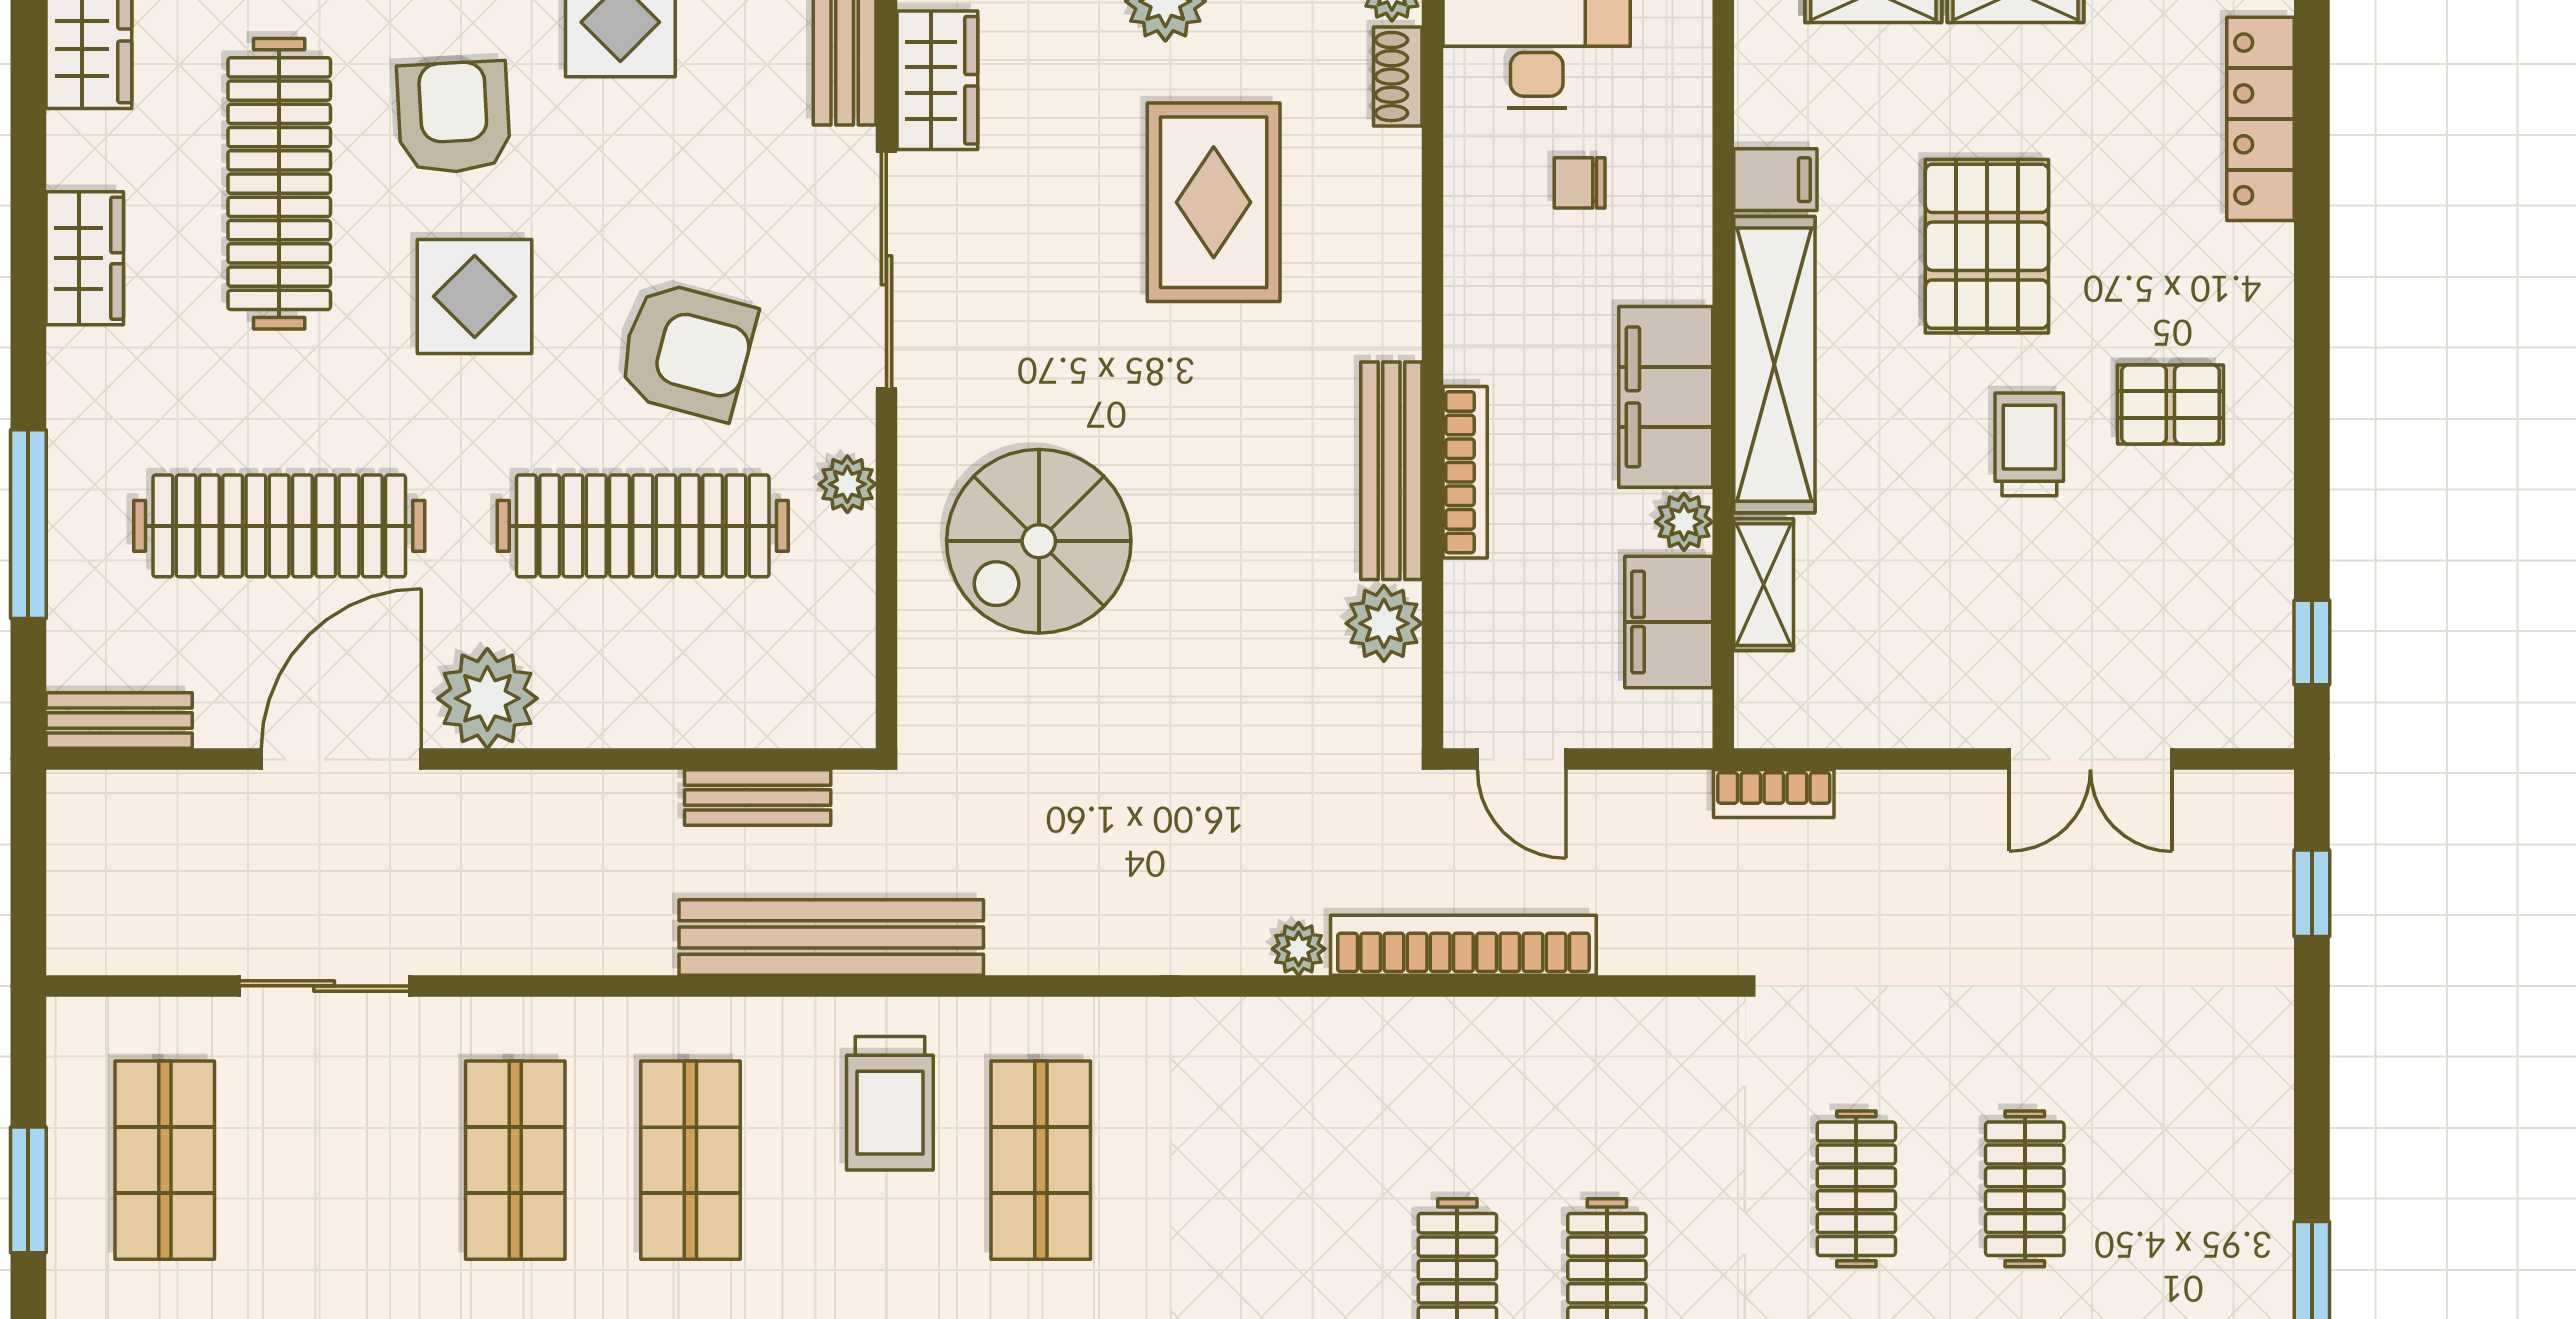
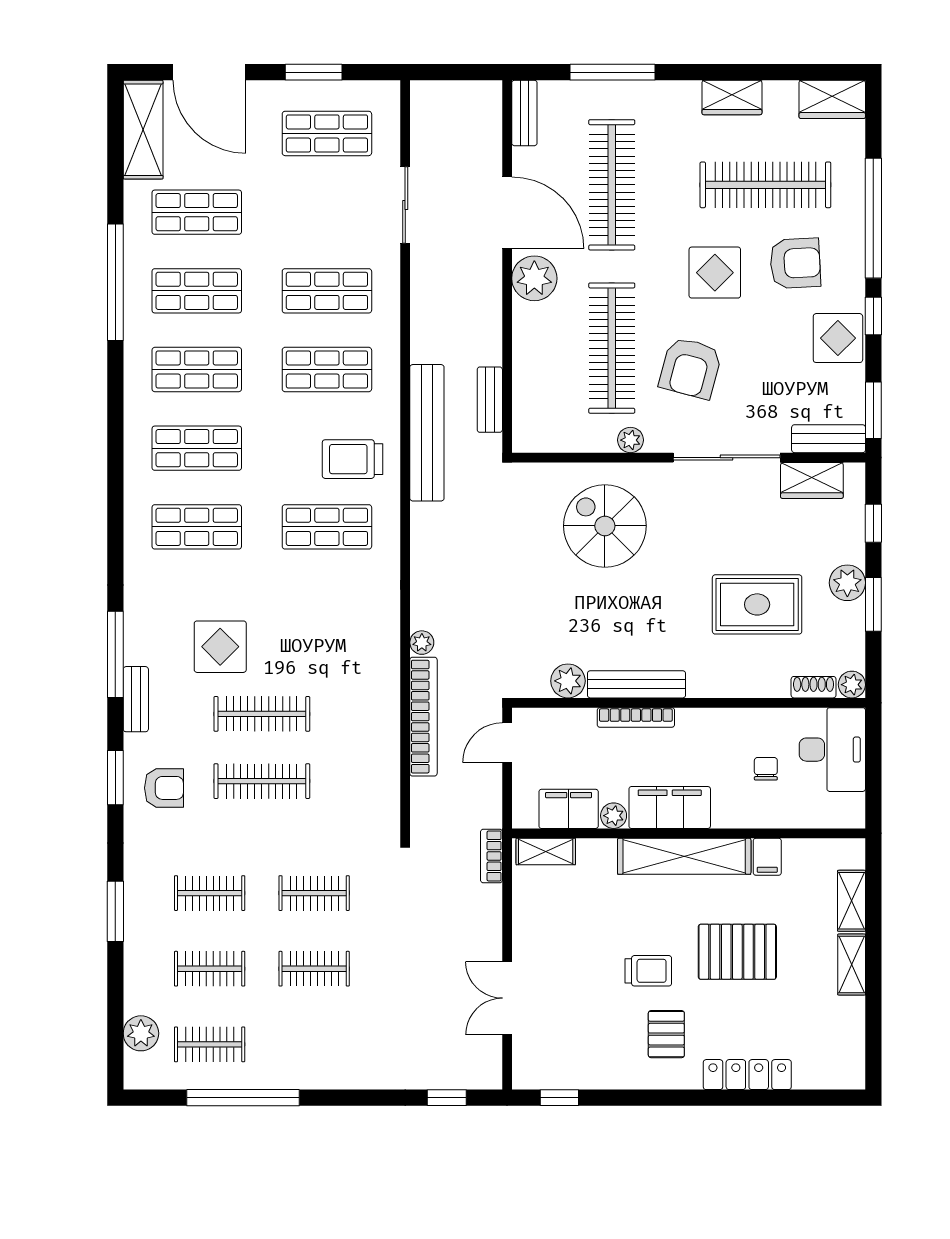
locker: (2261, 119) -> (747, 1075), moved
shelving: (1764, 585) -> (546, 851), moved

